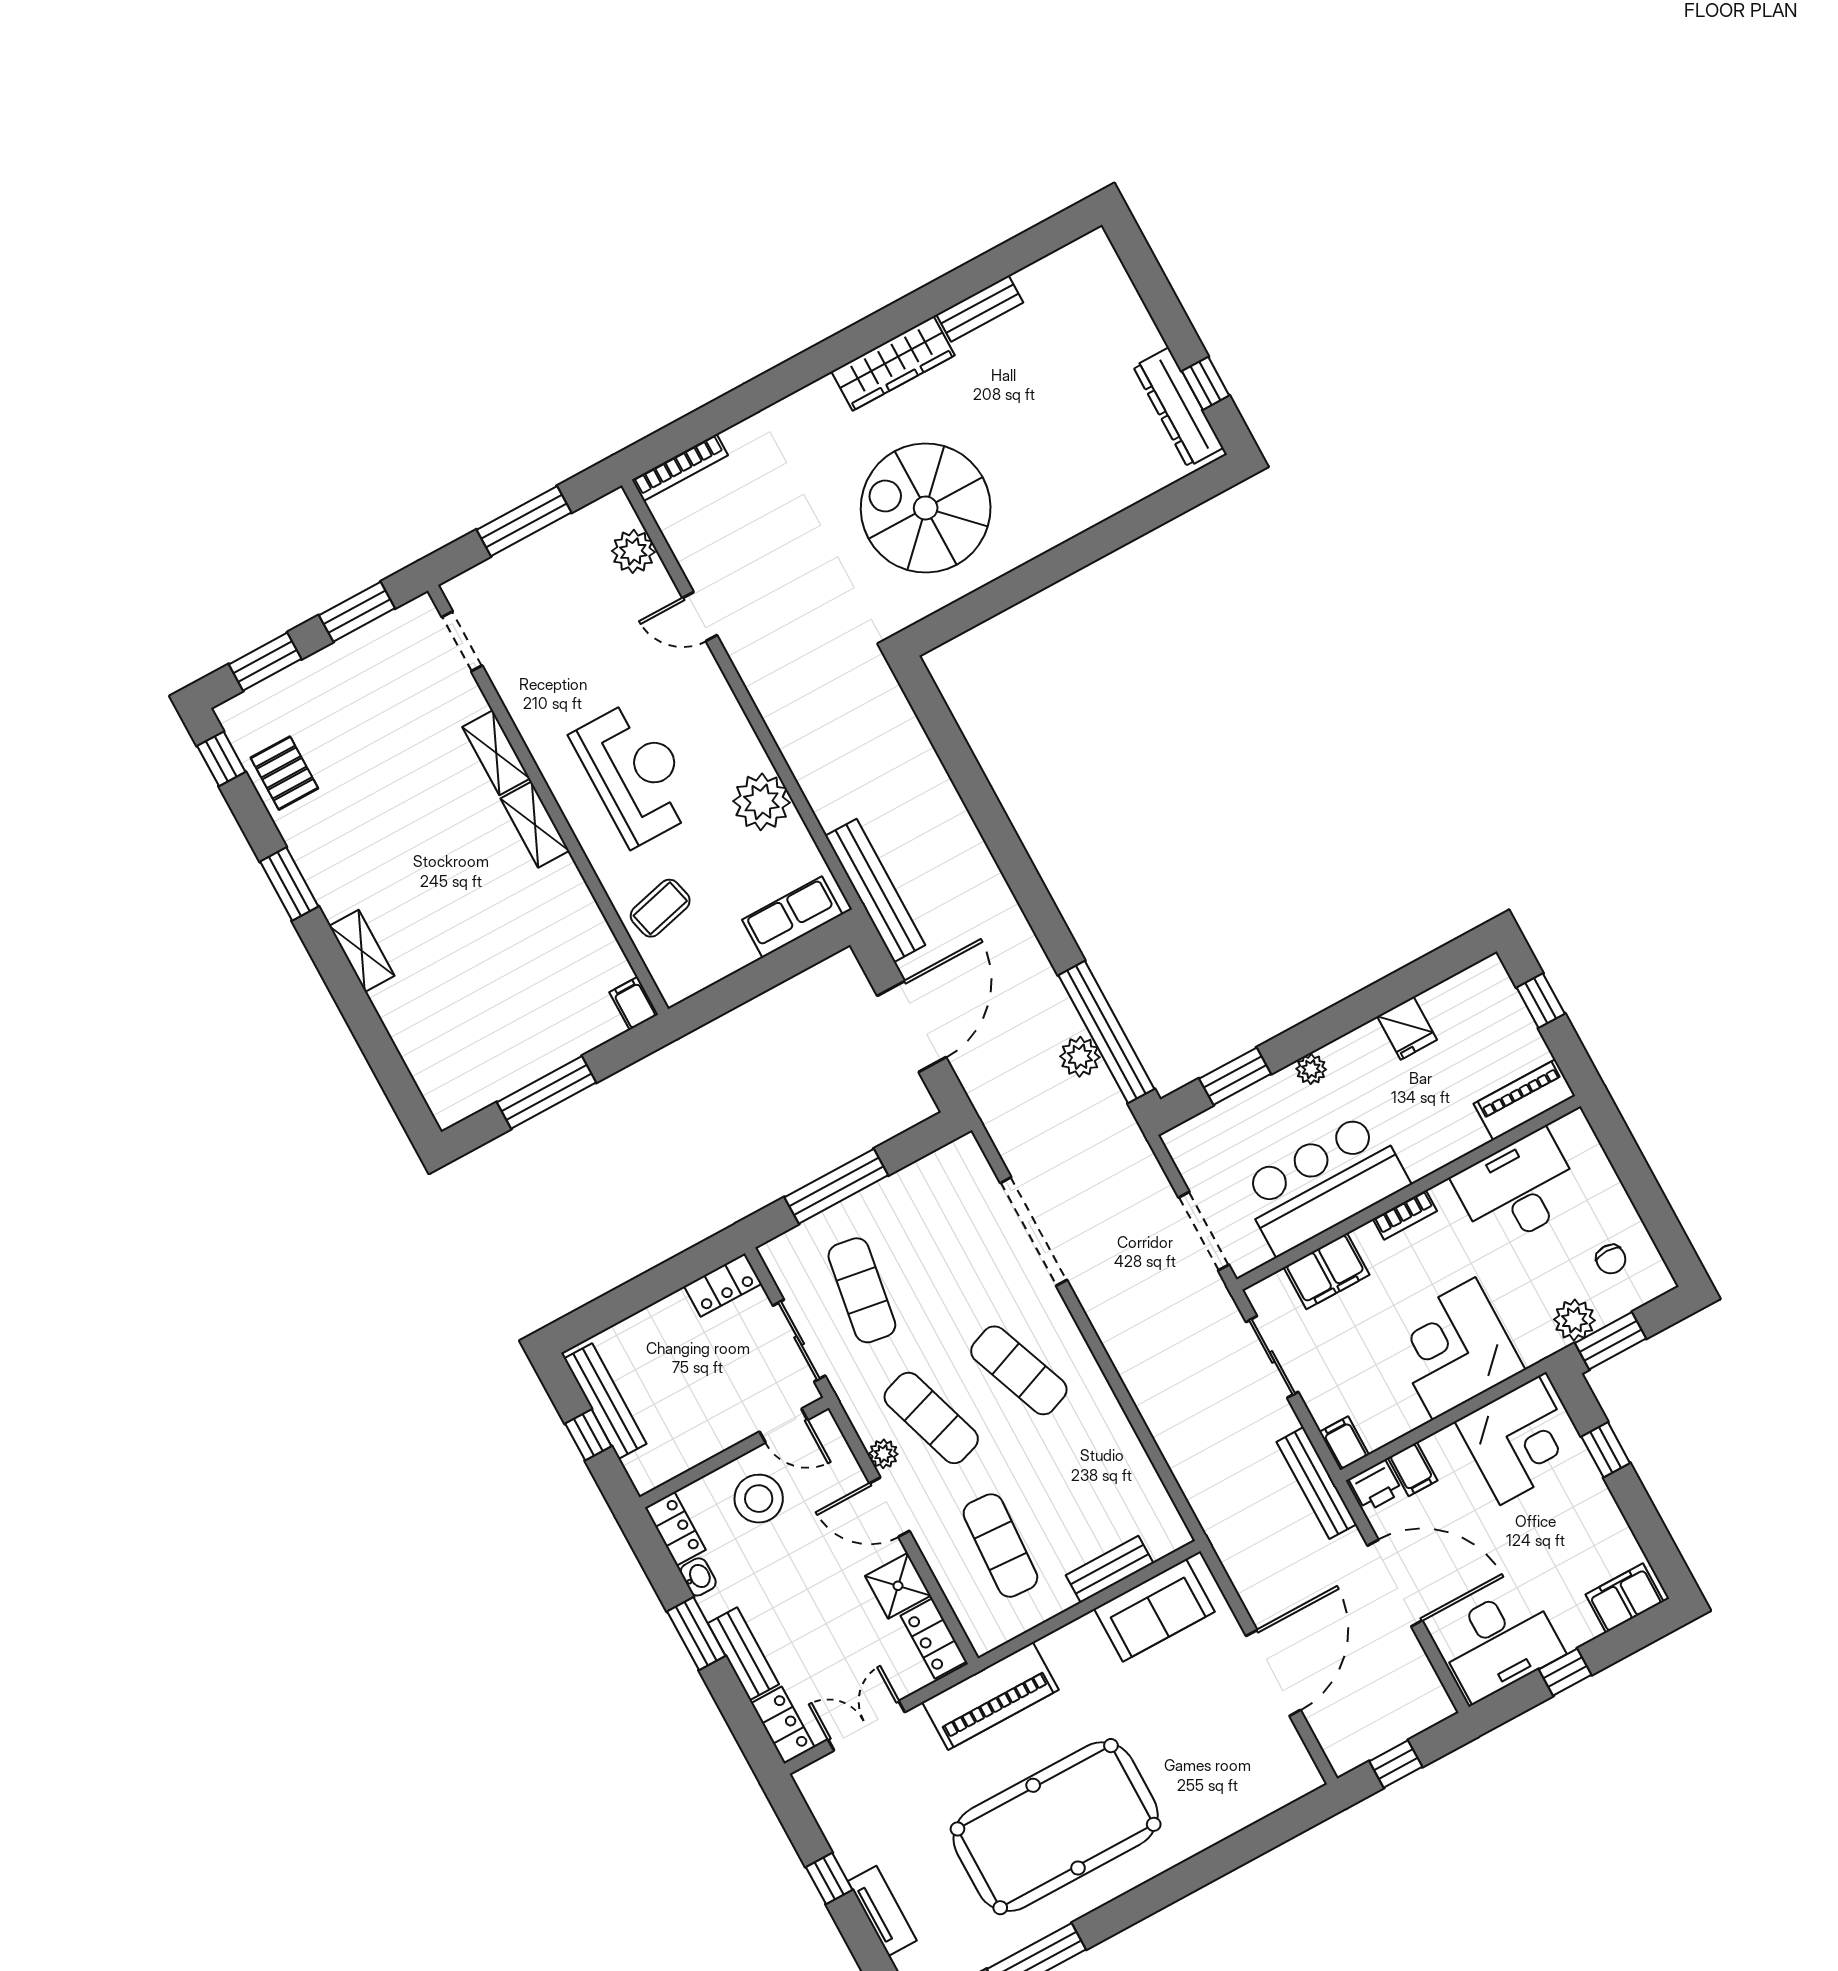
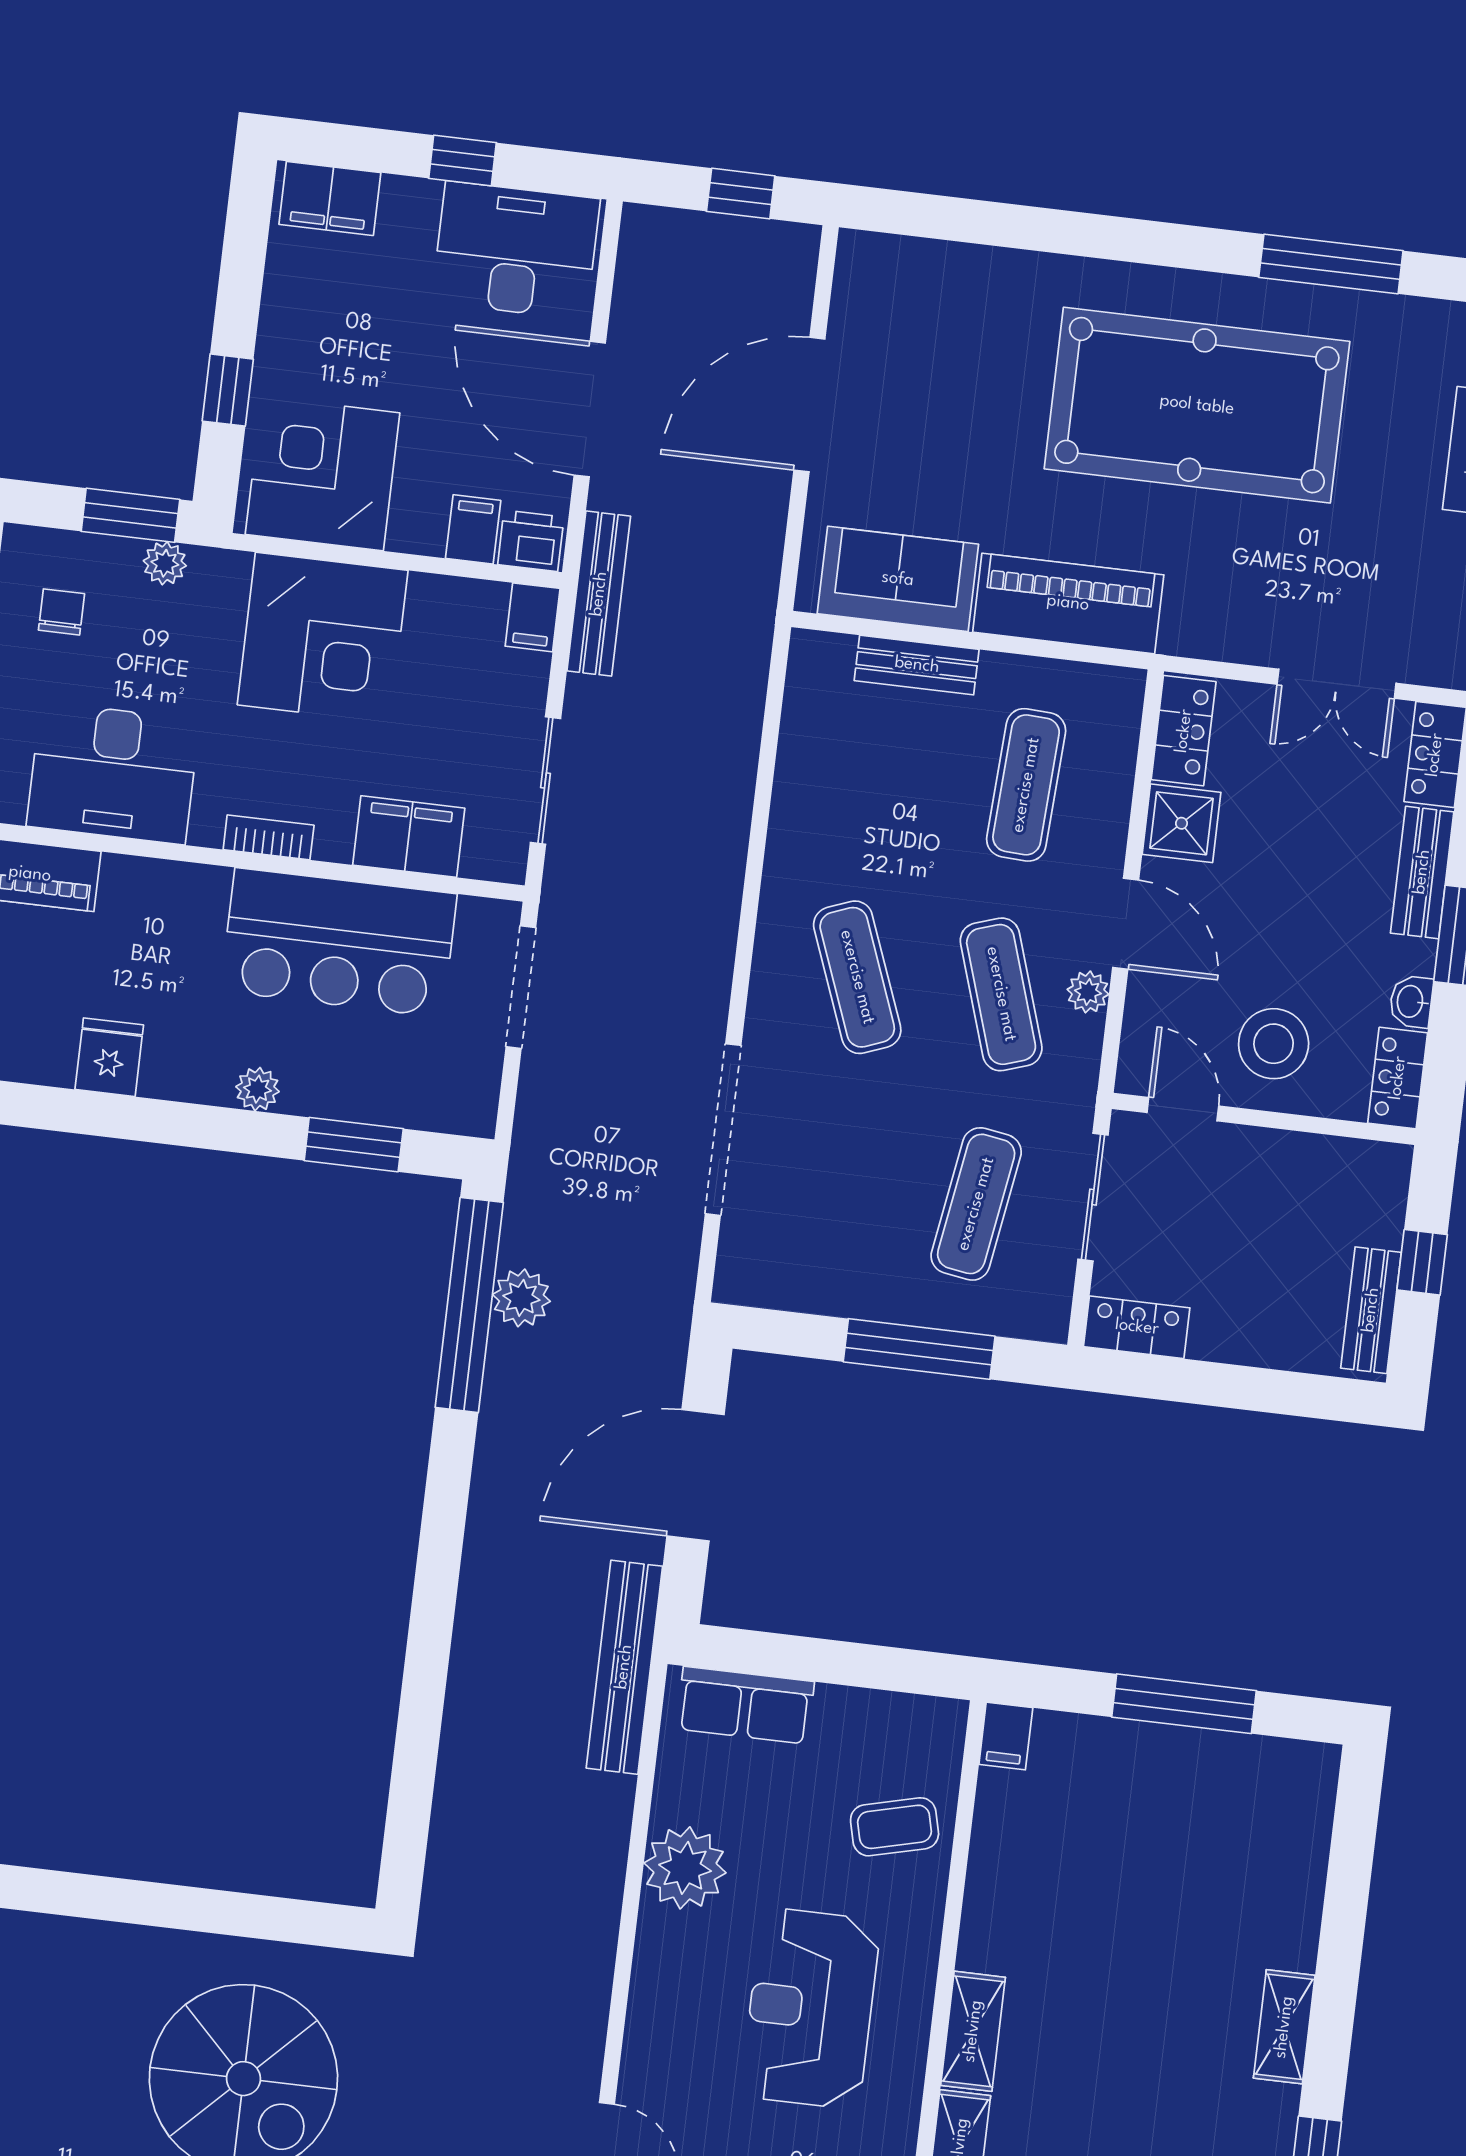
plant: (1574, 1320) -> (165, 563), width x0.73, depth x0.73
bench: (605, 1401) -> (1371, 1310), width x0.73
piano: (990, 1696) -> (1068, 603), moved

